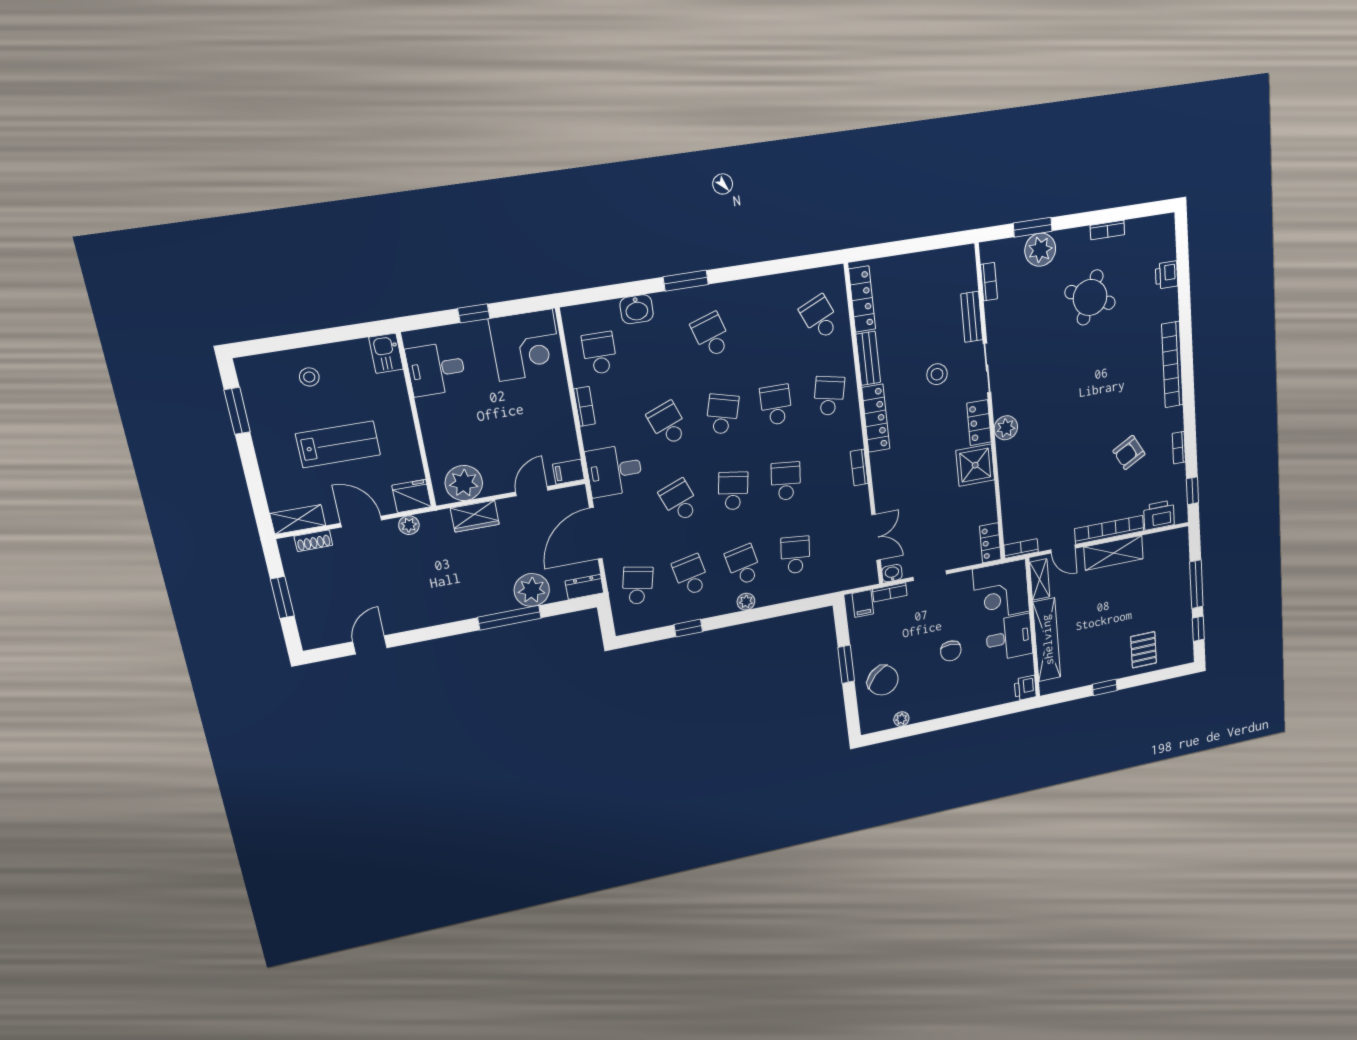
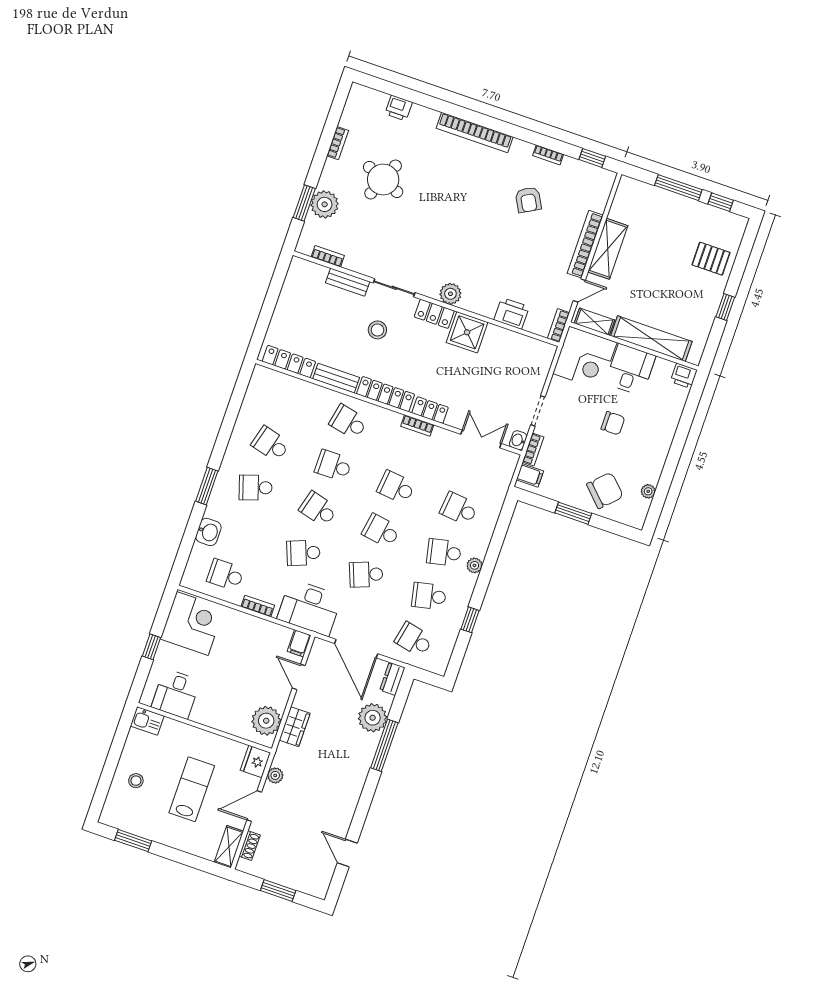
school desk: (820, 317) -> (271, 444), moved, turned 39
desk: (614, 471) -> (310, 608), width x1.37
printer: (1159, 515) -> (512, 313), moved, turned 90
locker: (990, 543) -> (430, 410), moved, turned 180

